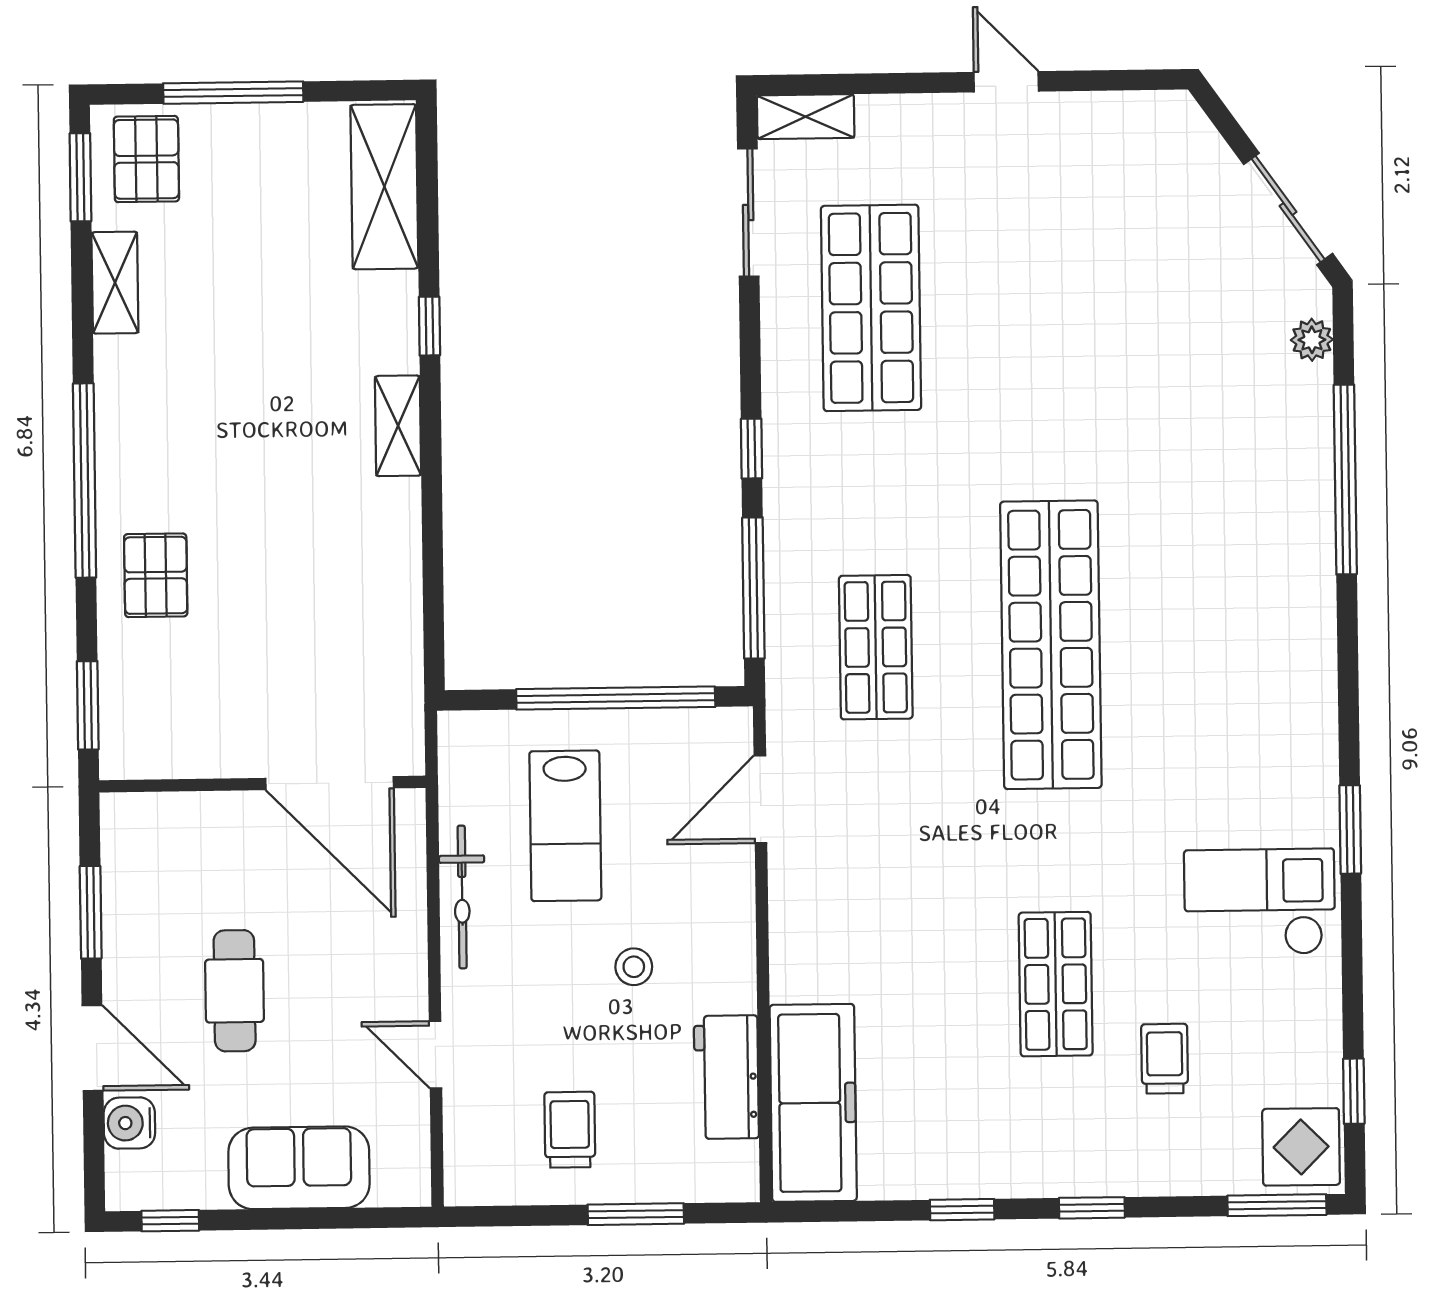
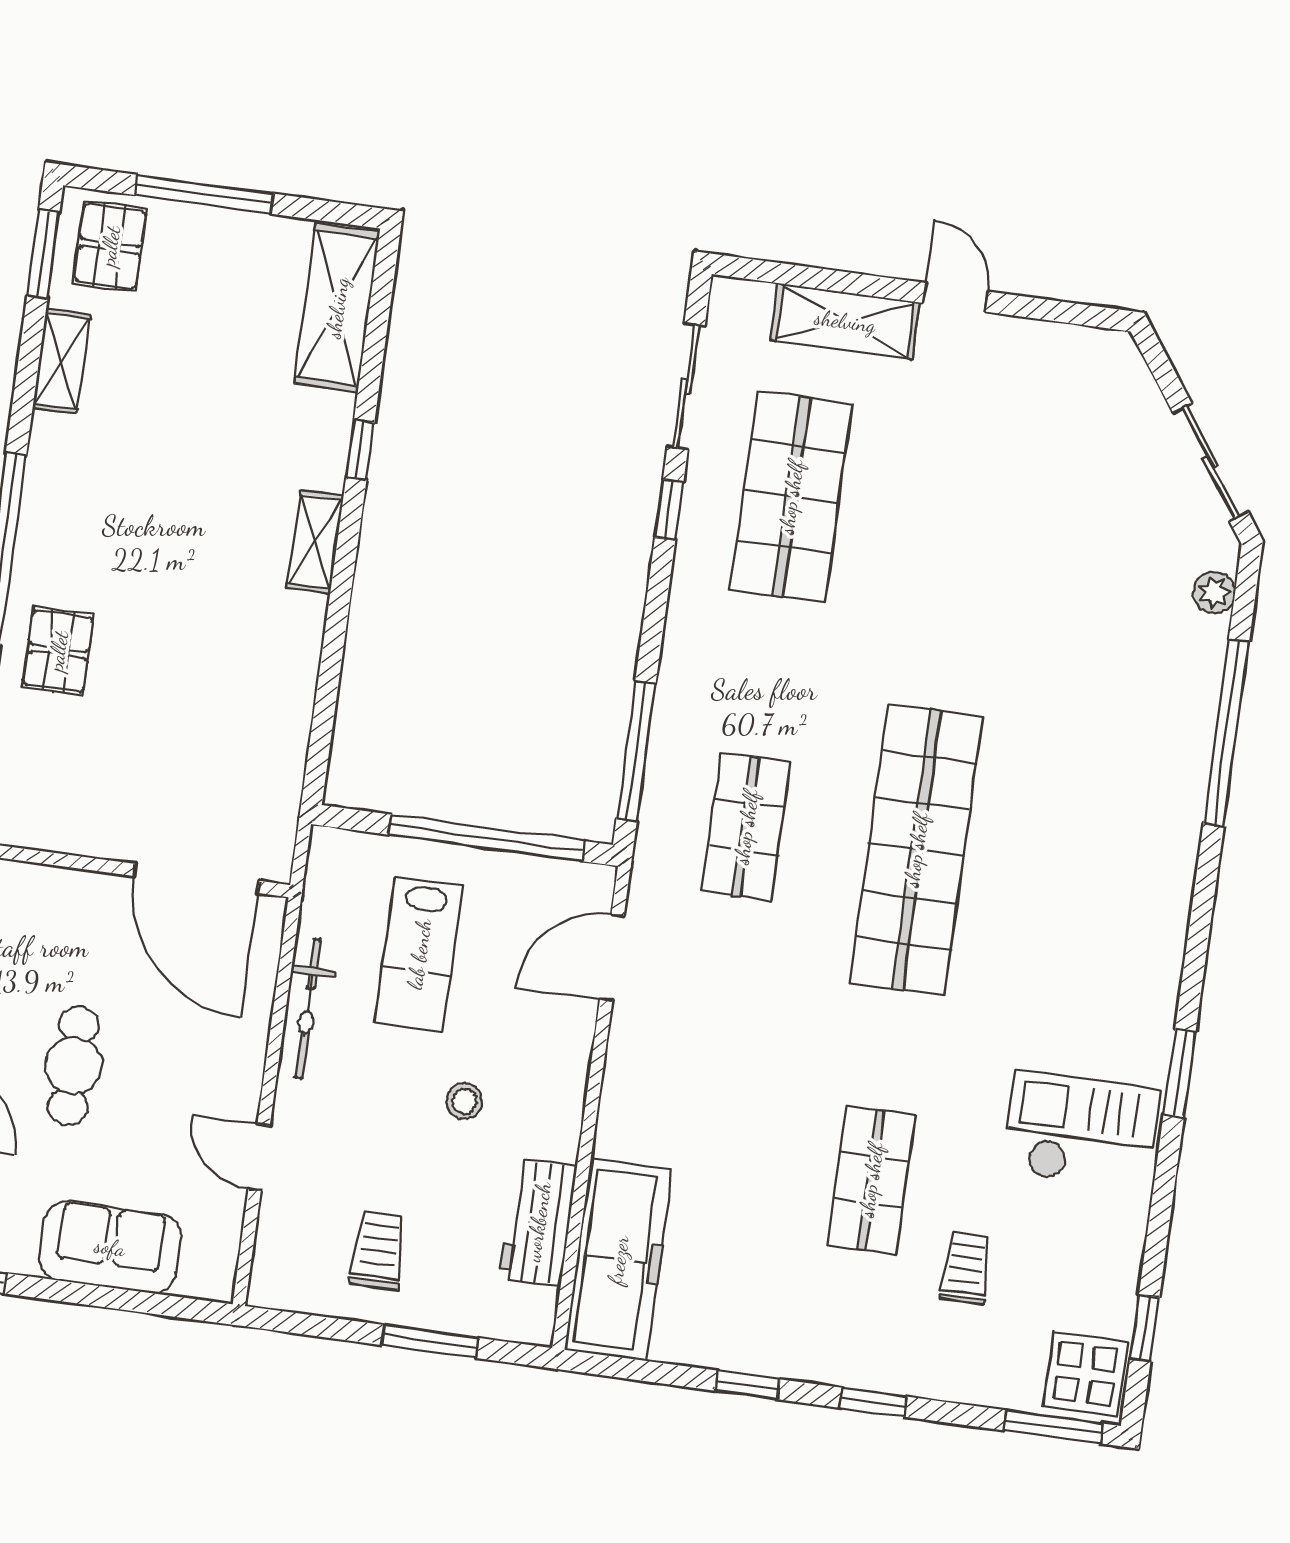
shelving: (806, 117) -> (845, 321), moved, width x1.50, depth x1.33
window: (751, 449) -> (669, 510), moved

